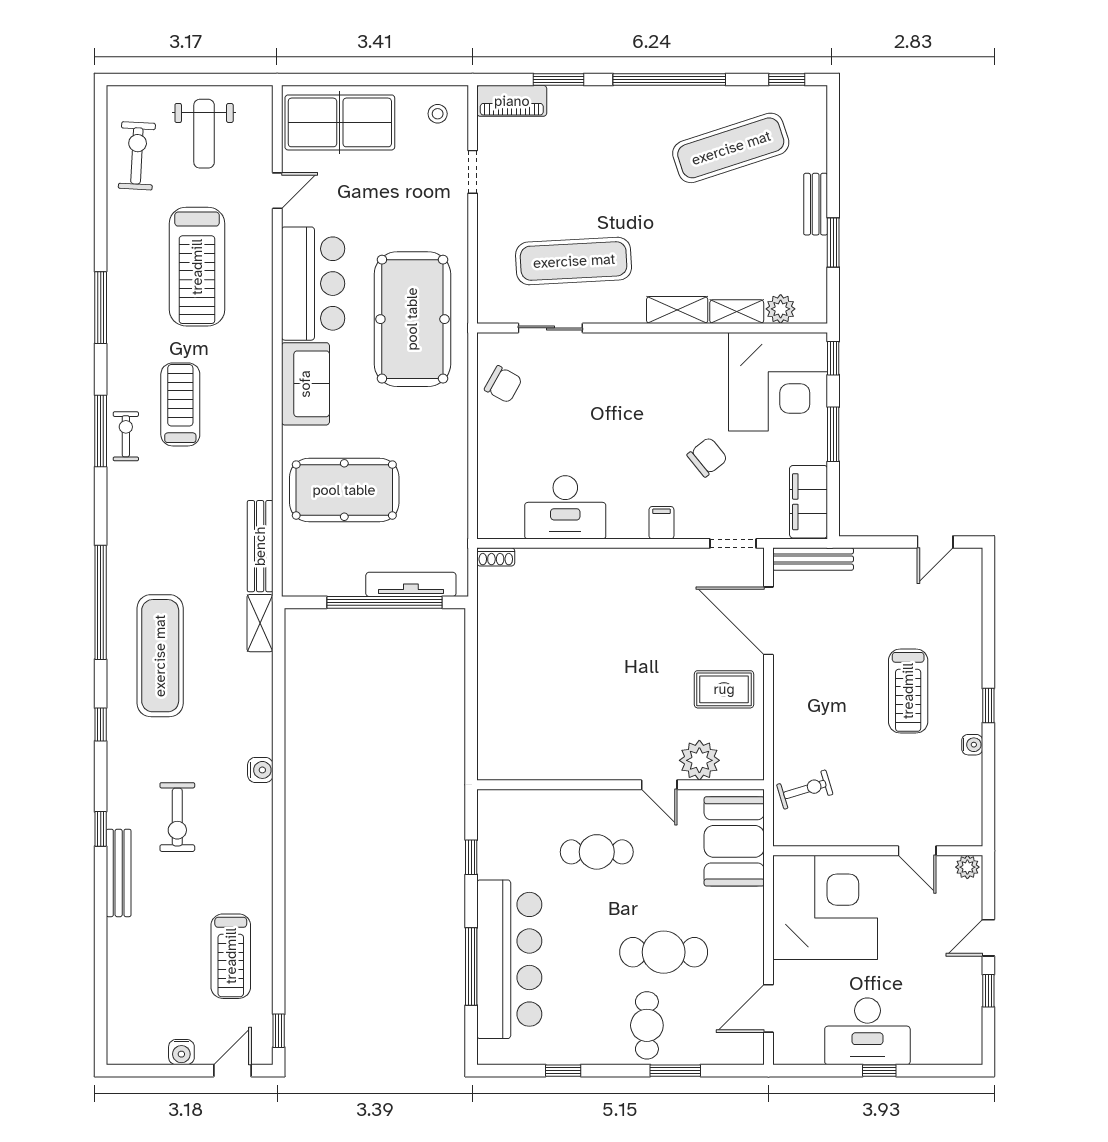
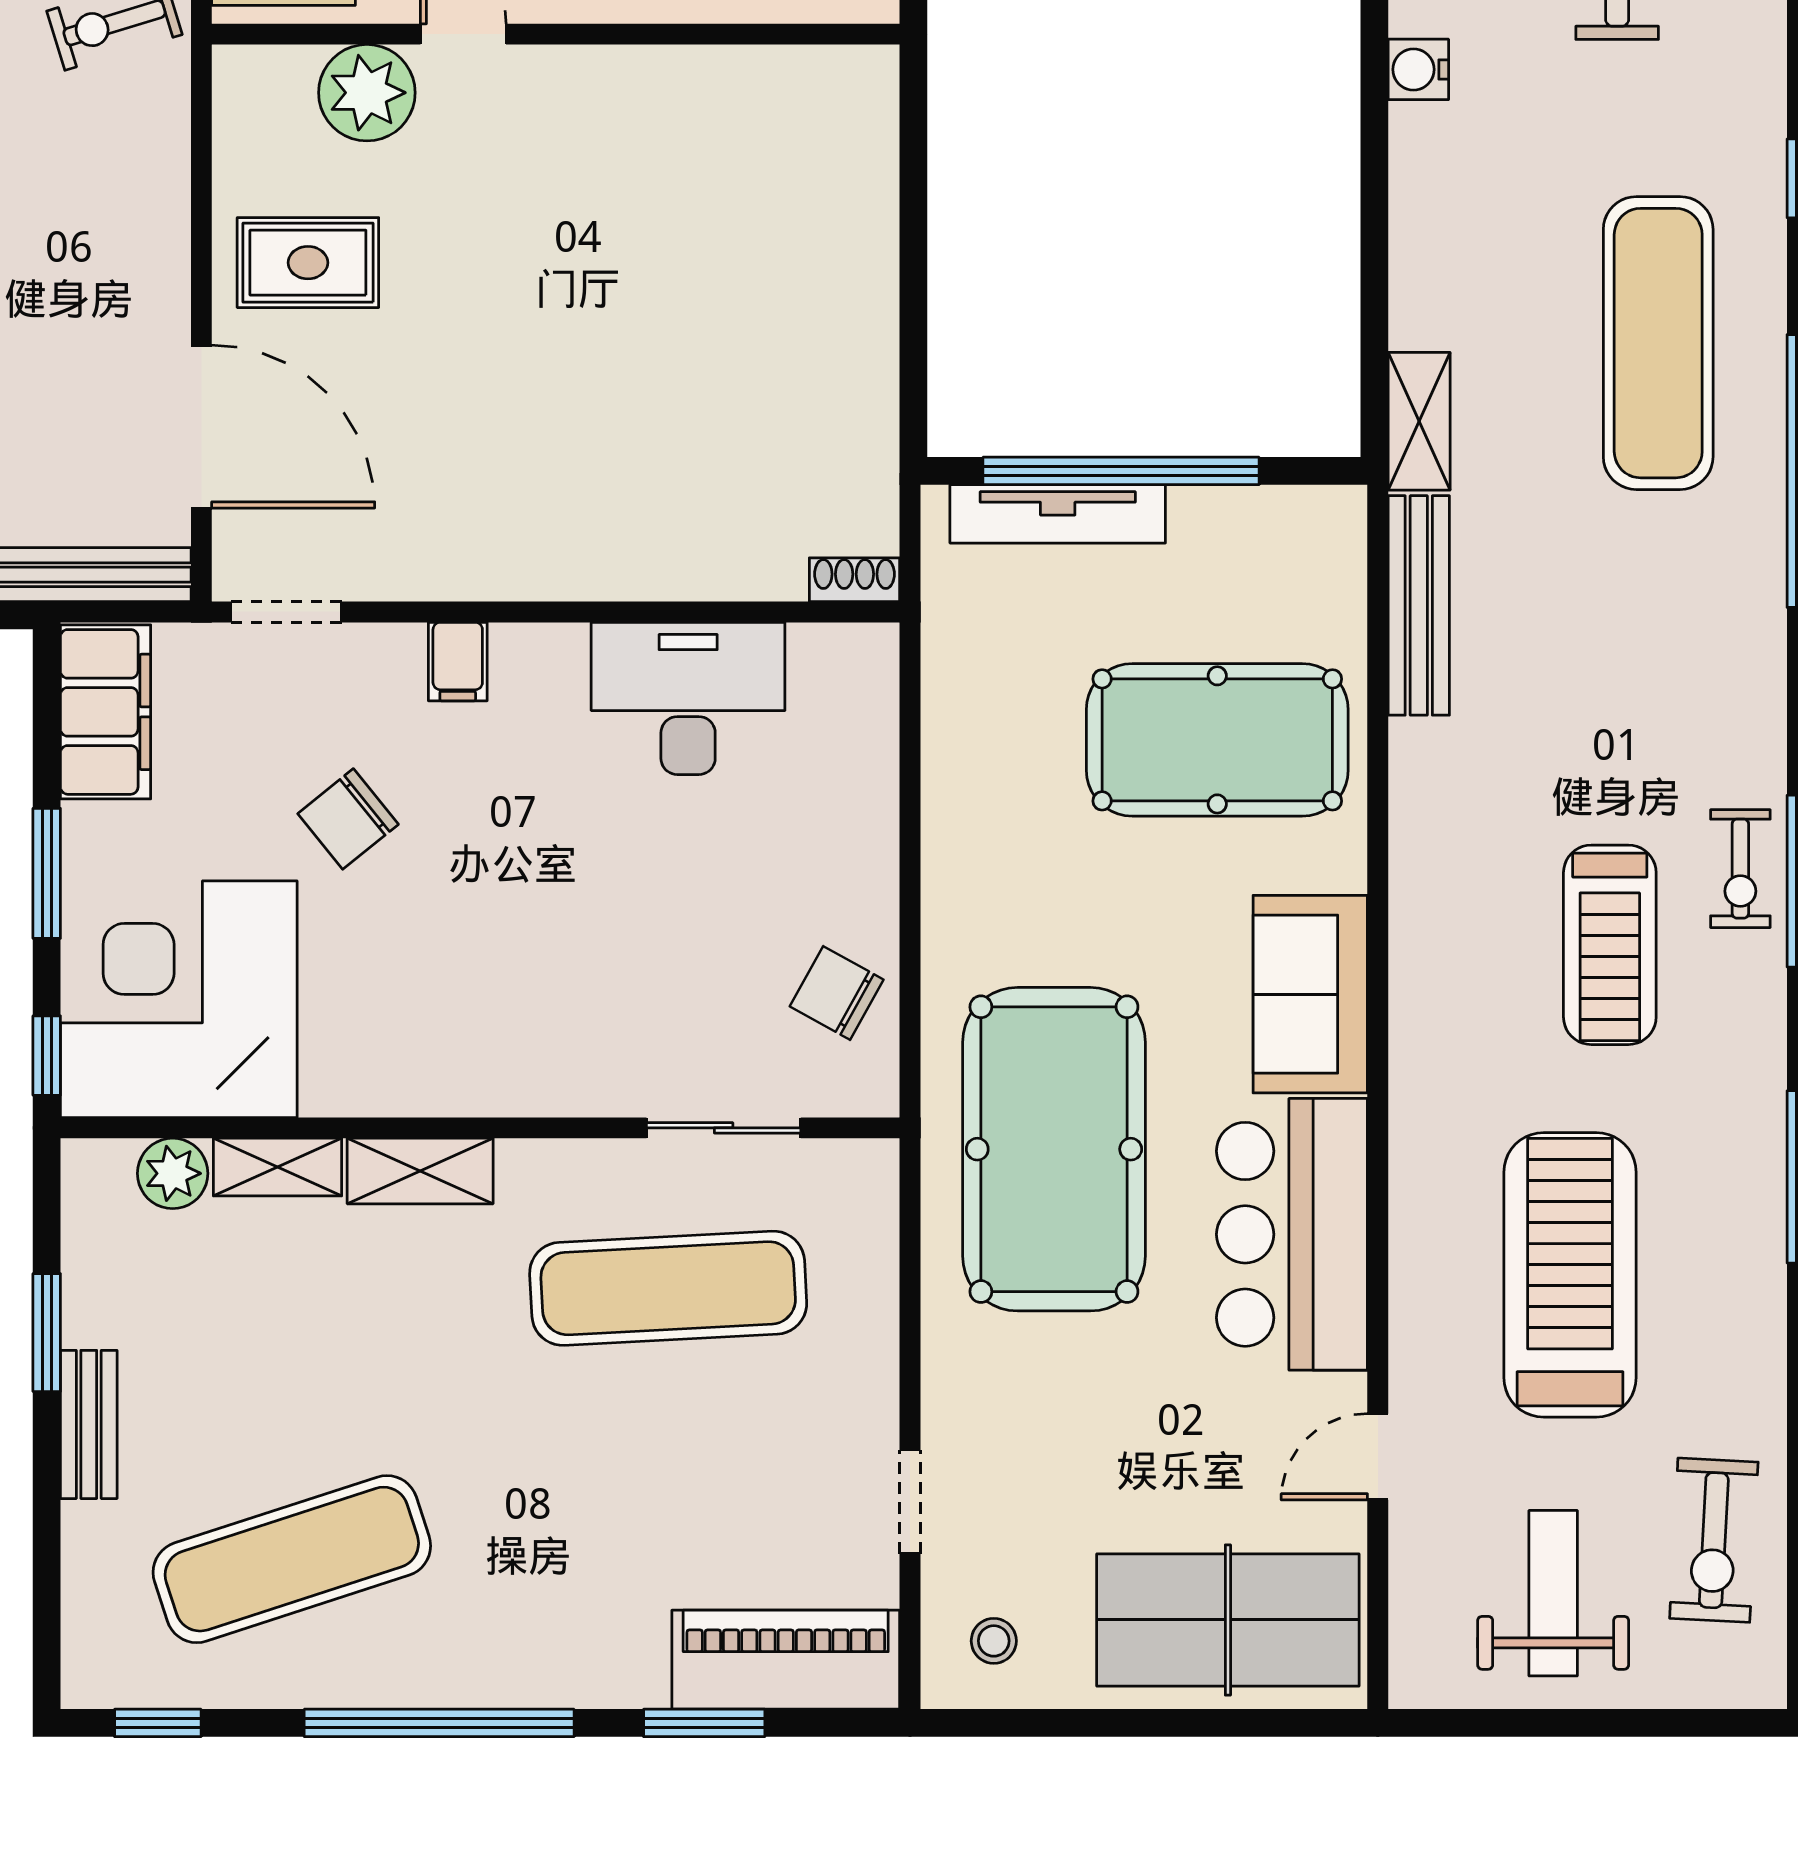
piano: (512, 101) -> (786, 1660), width x1.37, depth x1.33

